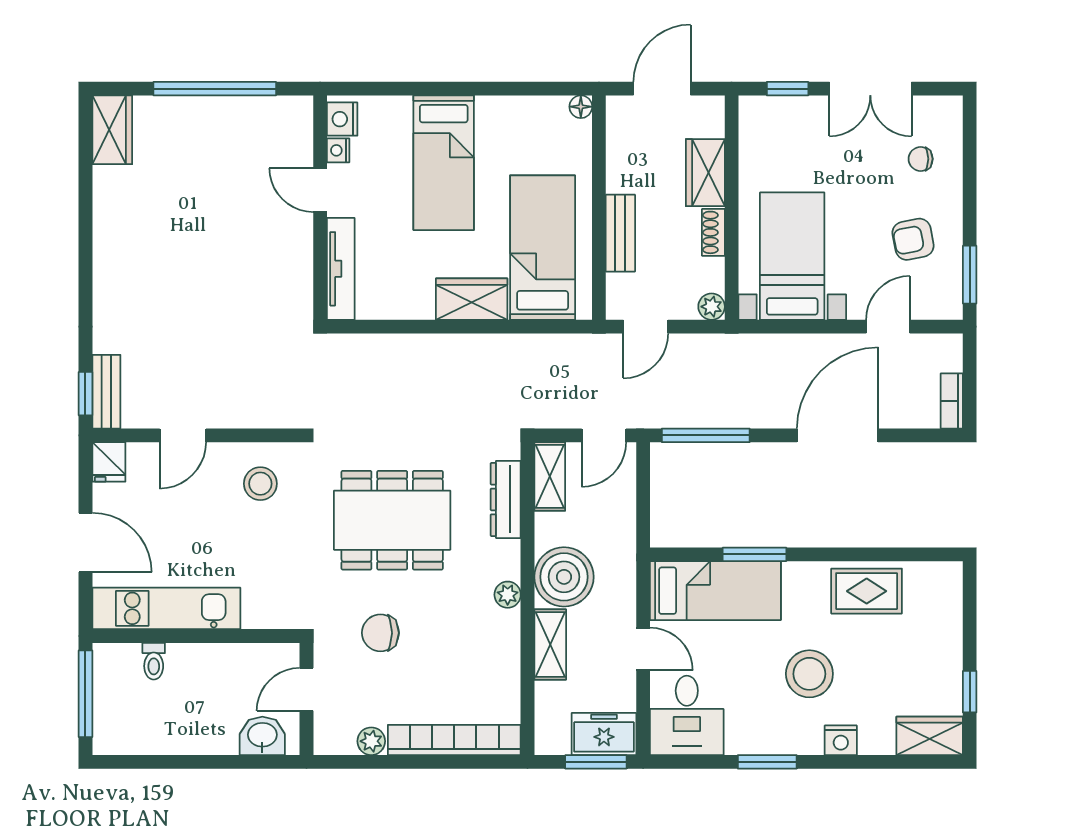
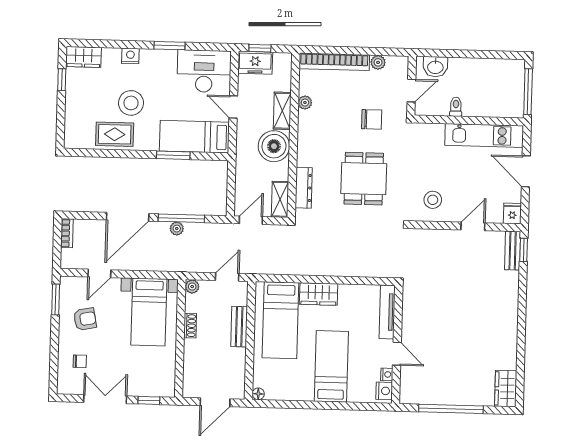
wardrobe: (705, 173) -> (193, 357), removed
plant: (744, 416) -> (177, 229), added
window: (706, 435) -> (181, 218), moved
dining table: (392, 520) -> (364, 179), width x0.73
plant: (508, 595) -> (305, 103), moved
toilet: (154, 661) -> (456, 107), moved
stool: (809, 674) -> (131, 103), moved
desk: (687, 715) -> (204, 71), width x1.37
window: (596, 762) -> (260, 48), width x0.67

